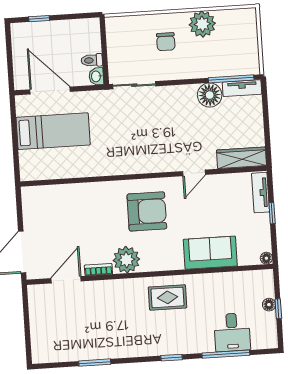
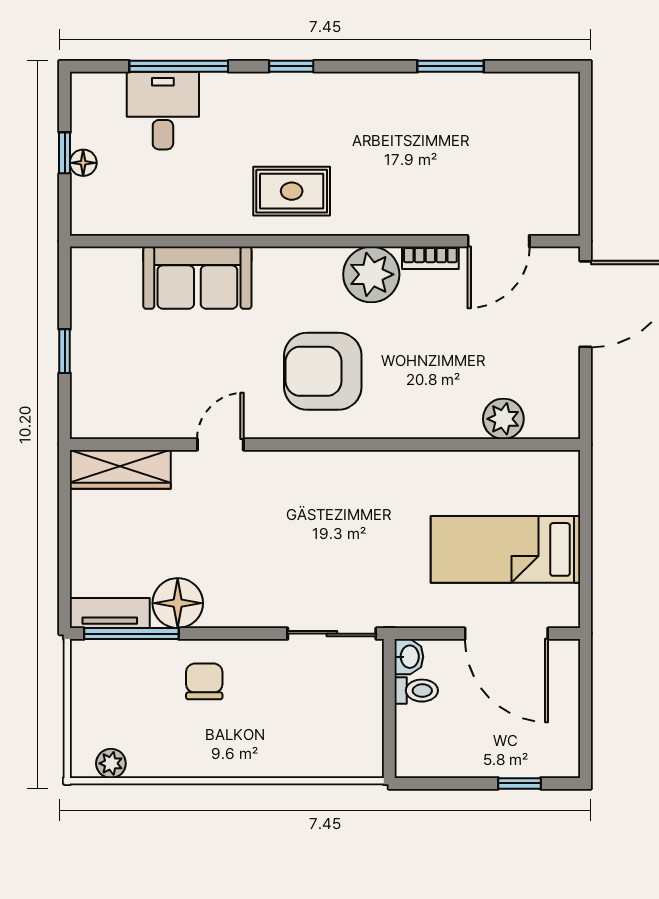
plant: (202, 24) -> (111, 763), moved, width x0.53, depth x0.53
chair: (166, 42) -> (204, 681), moved
tv unit: (261, 193) -> (86, 395), removed
plant: (58, 194) -> (503, 419), added
floor lamp: (266, 258) -> (82, 259), removed

